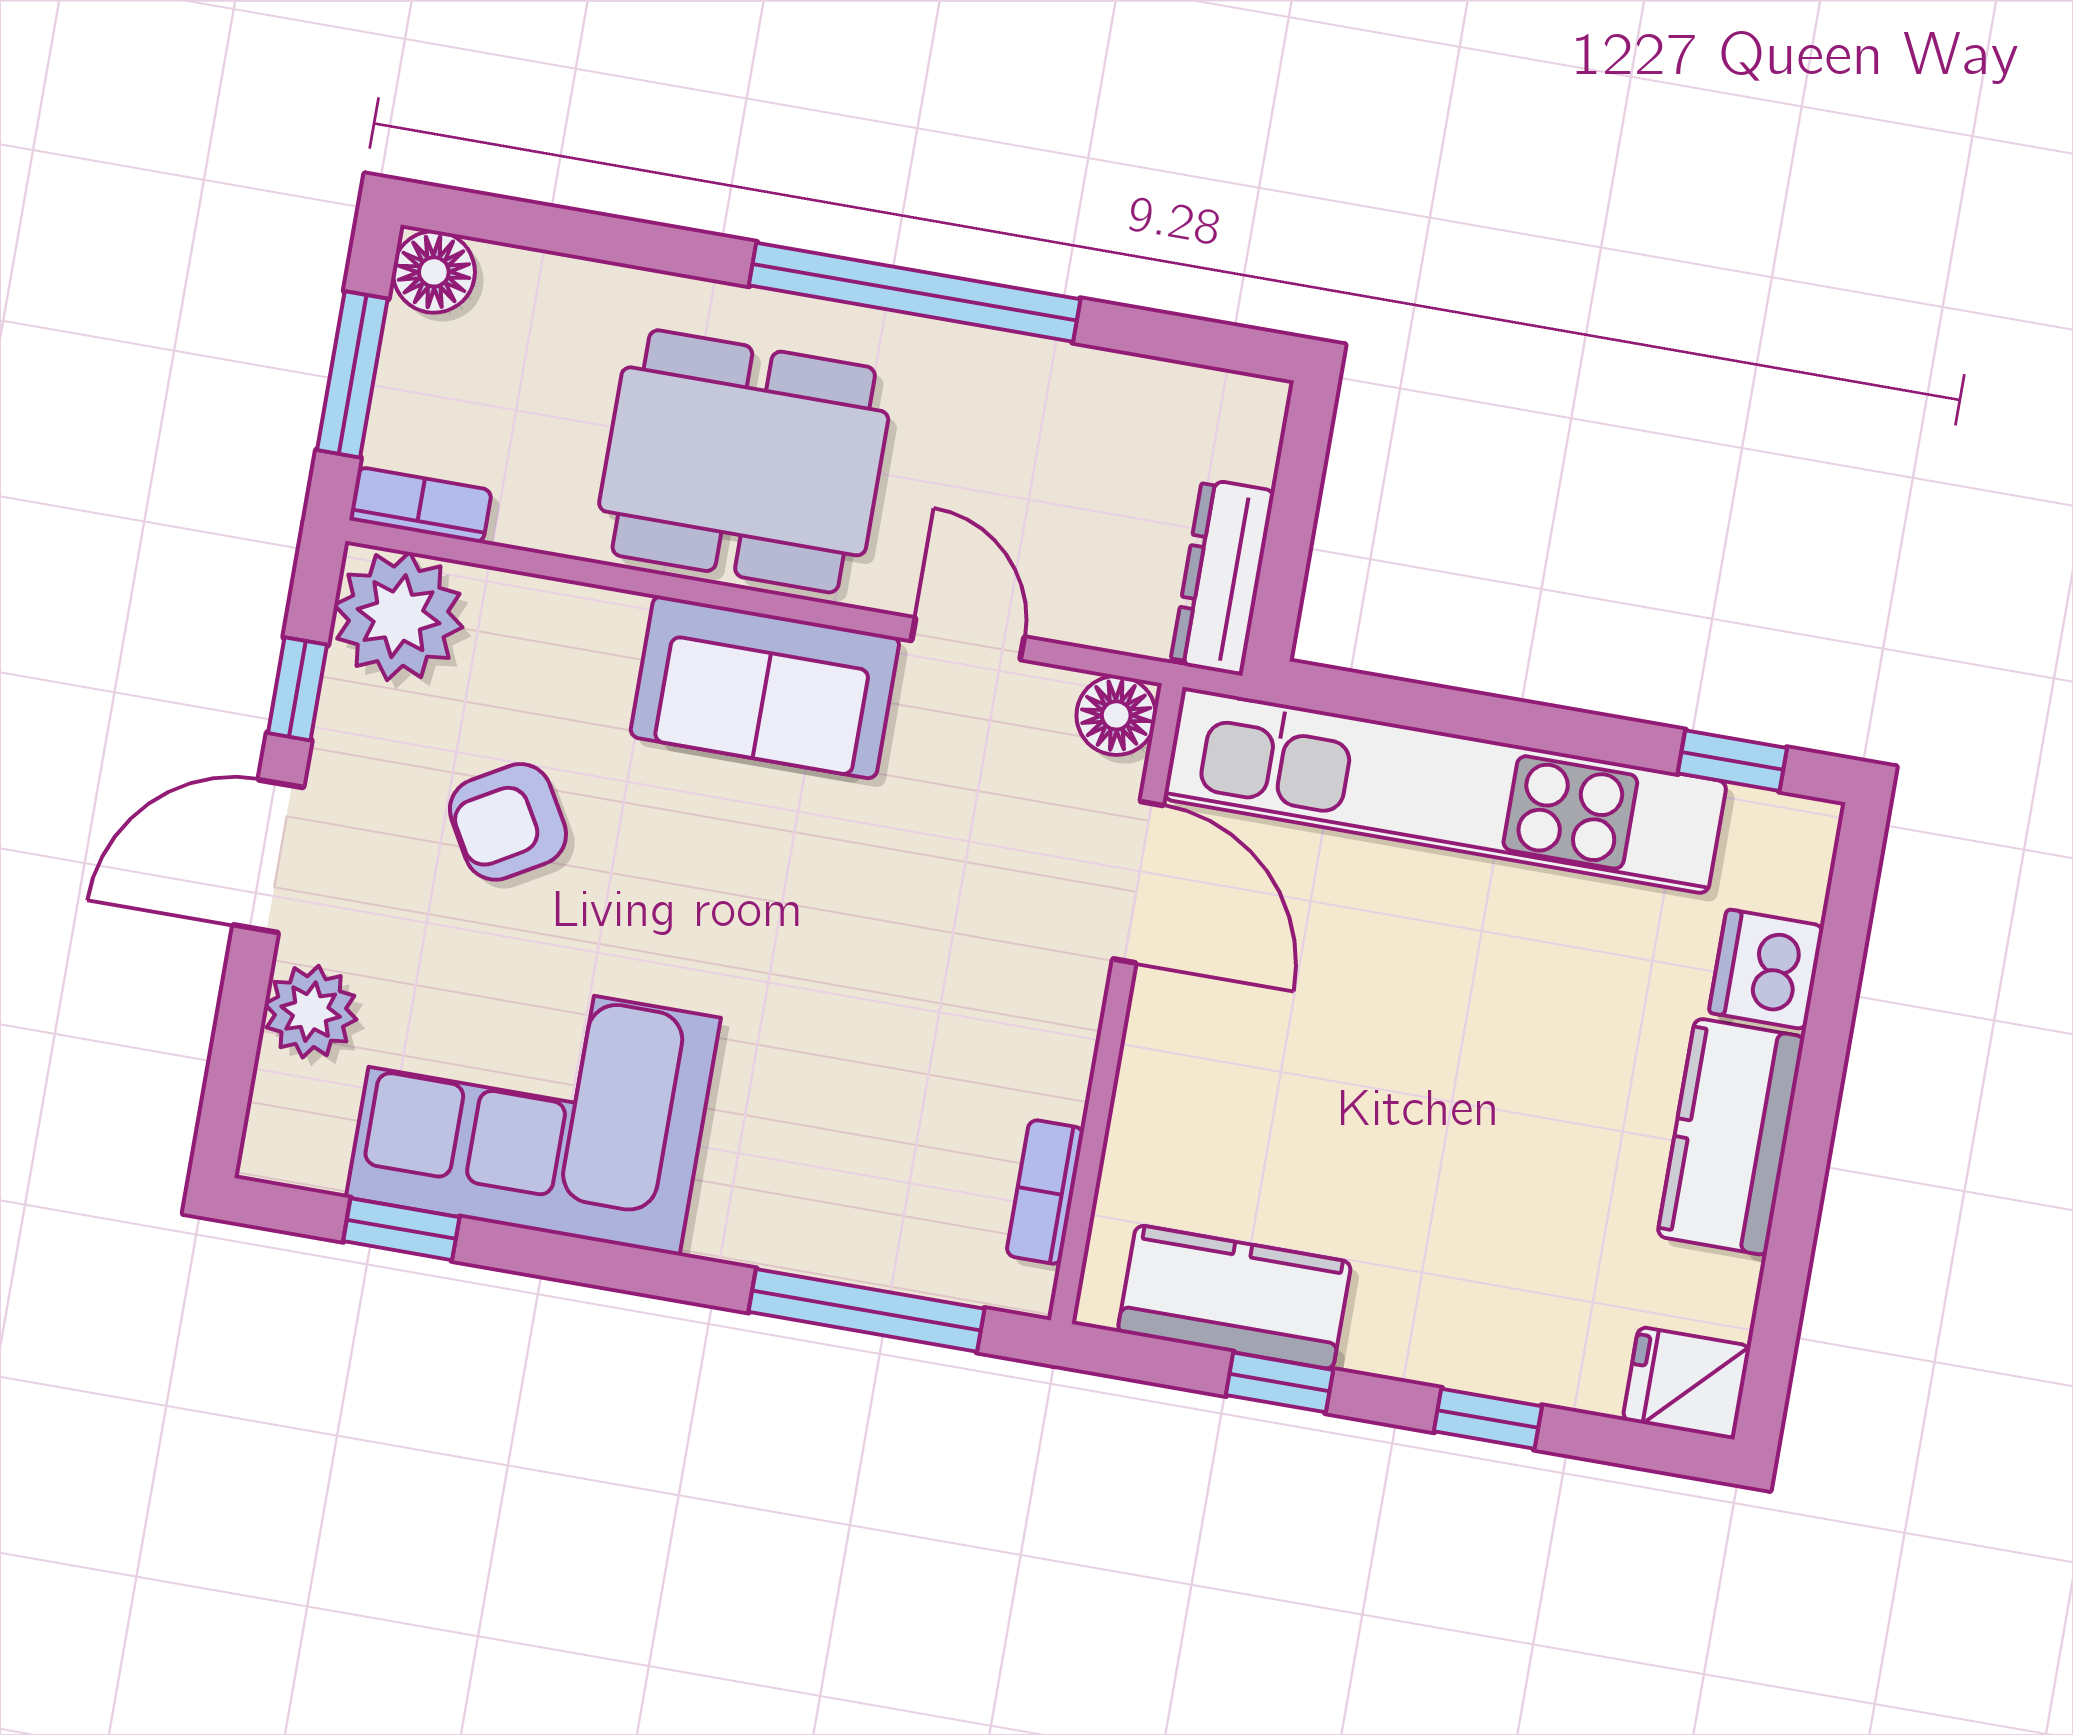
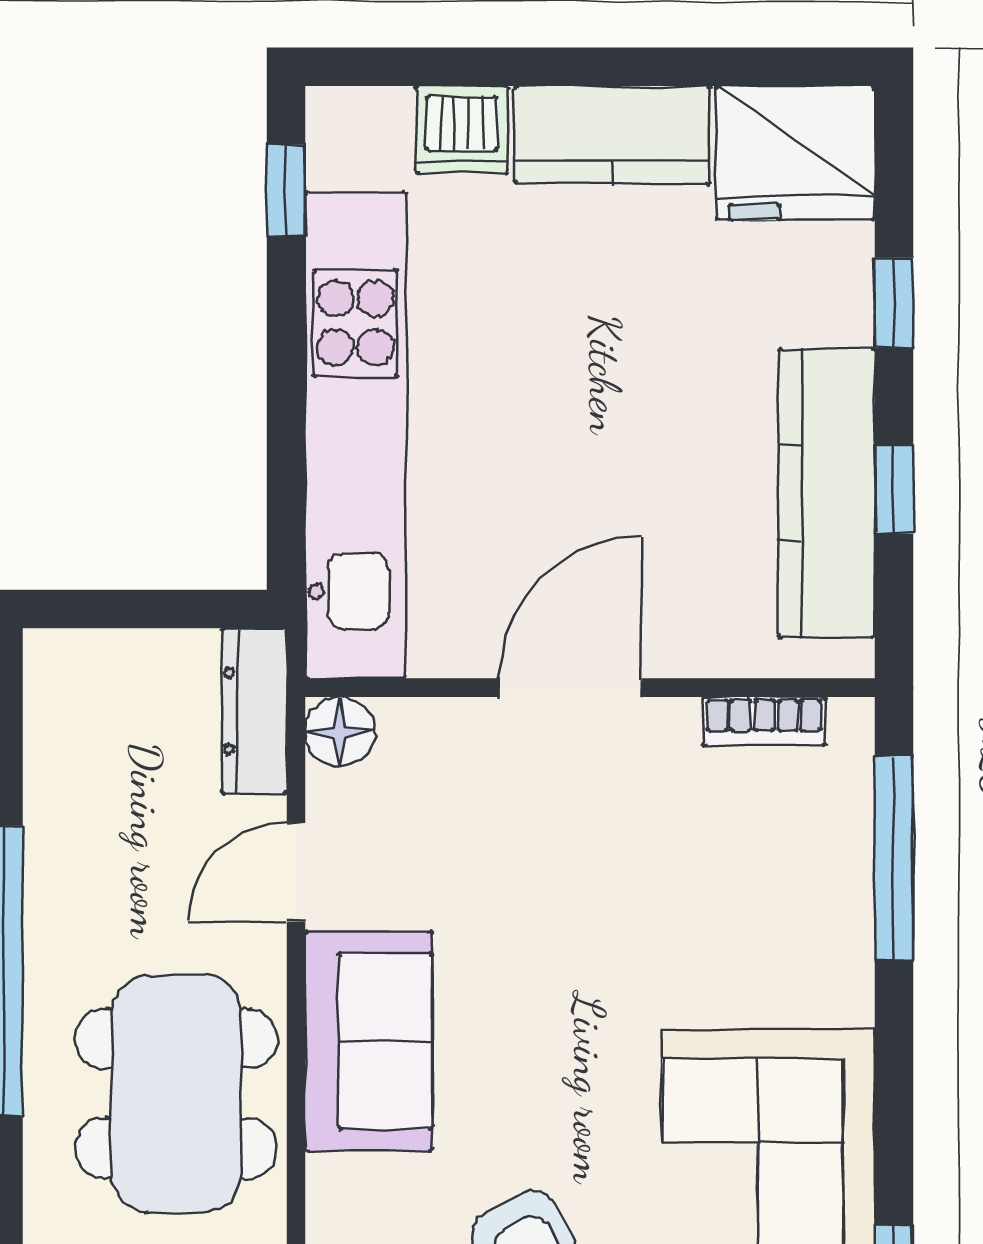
dresser: (1222, 577) -> (254, 711), moved, turned 90
door: (1138, 882) -> (571, 688), moved
kitchen counter: (1234, 1297) -> (827, 493), width x1.50
fridge: (1686, 1383) -> (796, 153), width x1.88, depth x1.34

